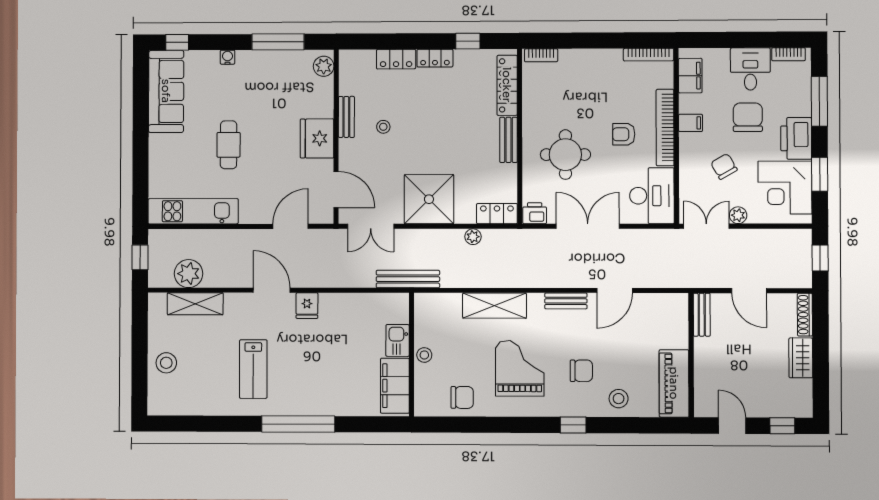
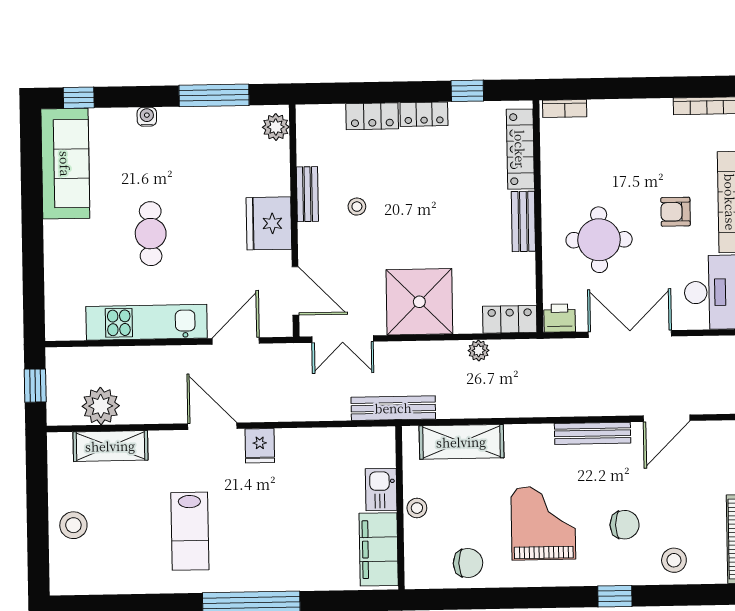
kitchen unit: (193, 211) -> (147, 322), moved
bench: (566, 301) -> (593, 433), width x1.36
shelving: (494, 306) -> (461, 442), moved

